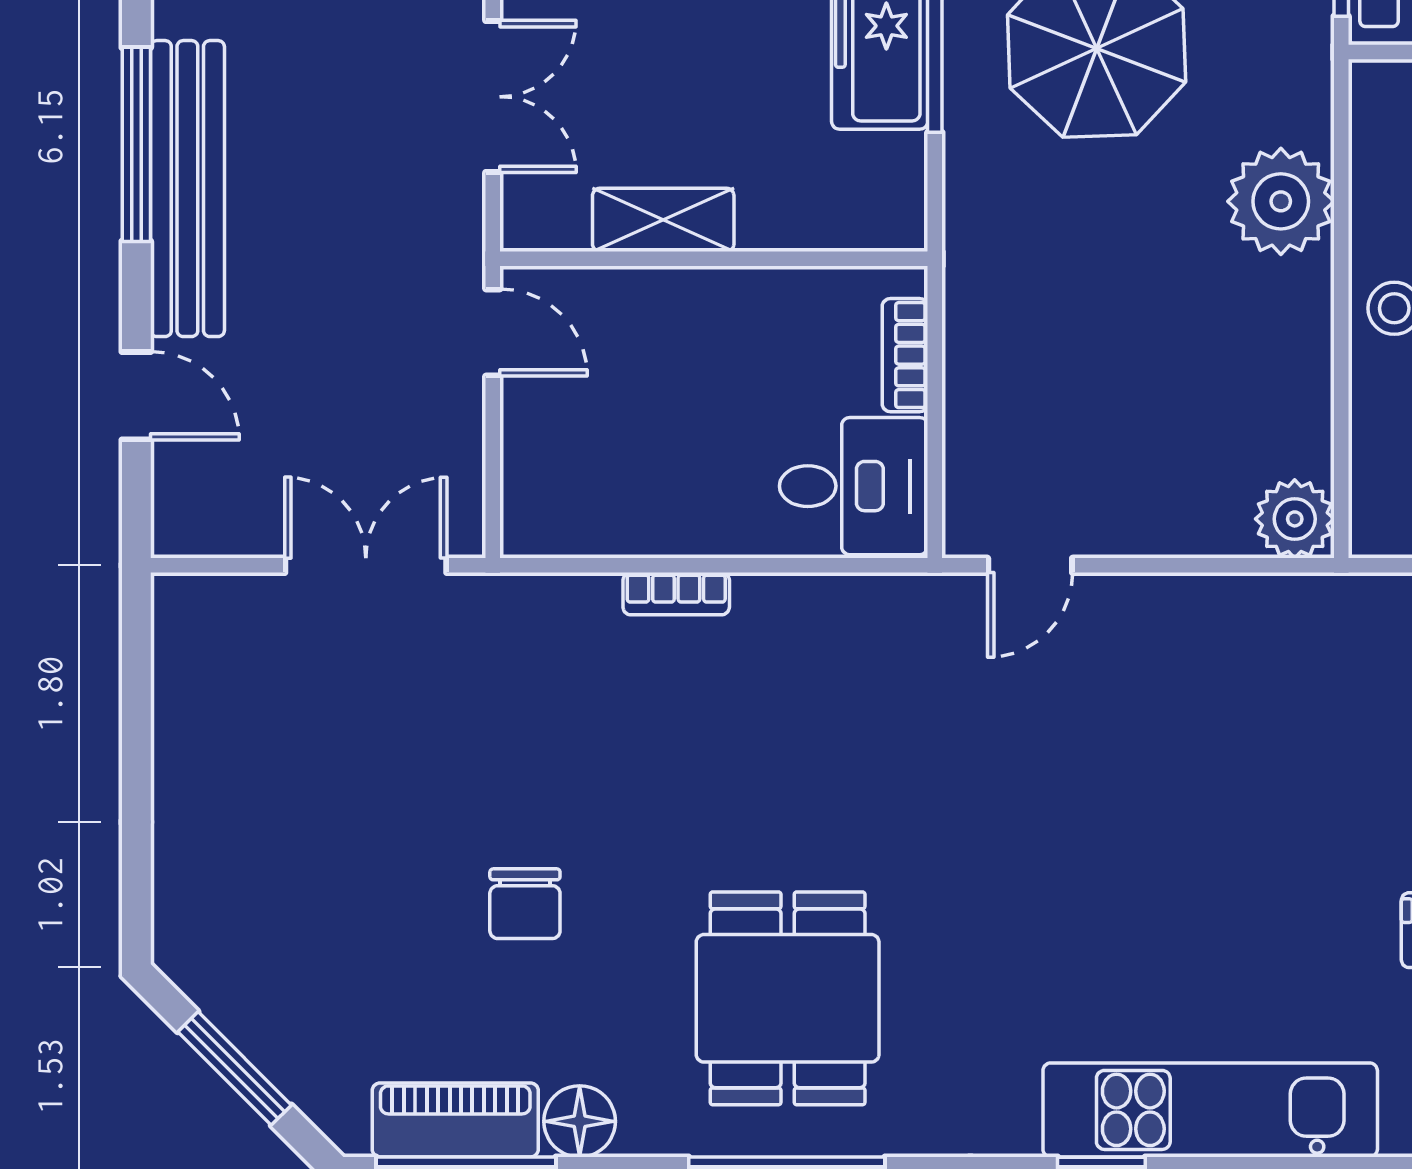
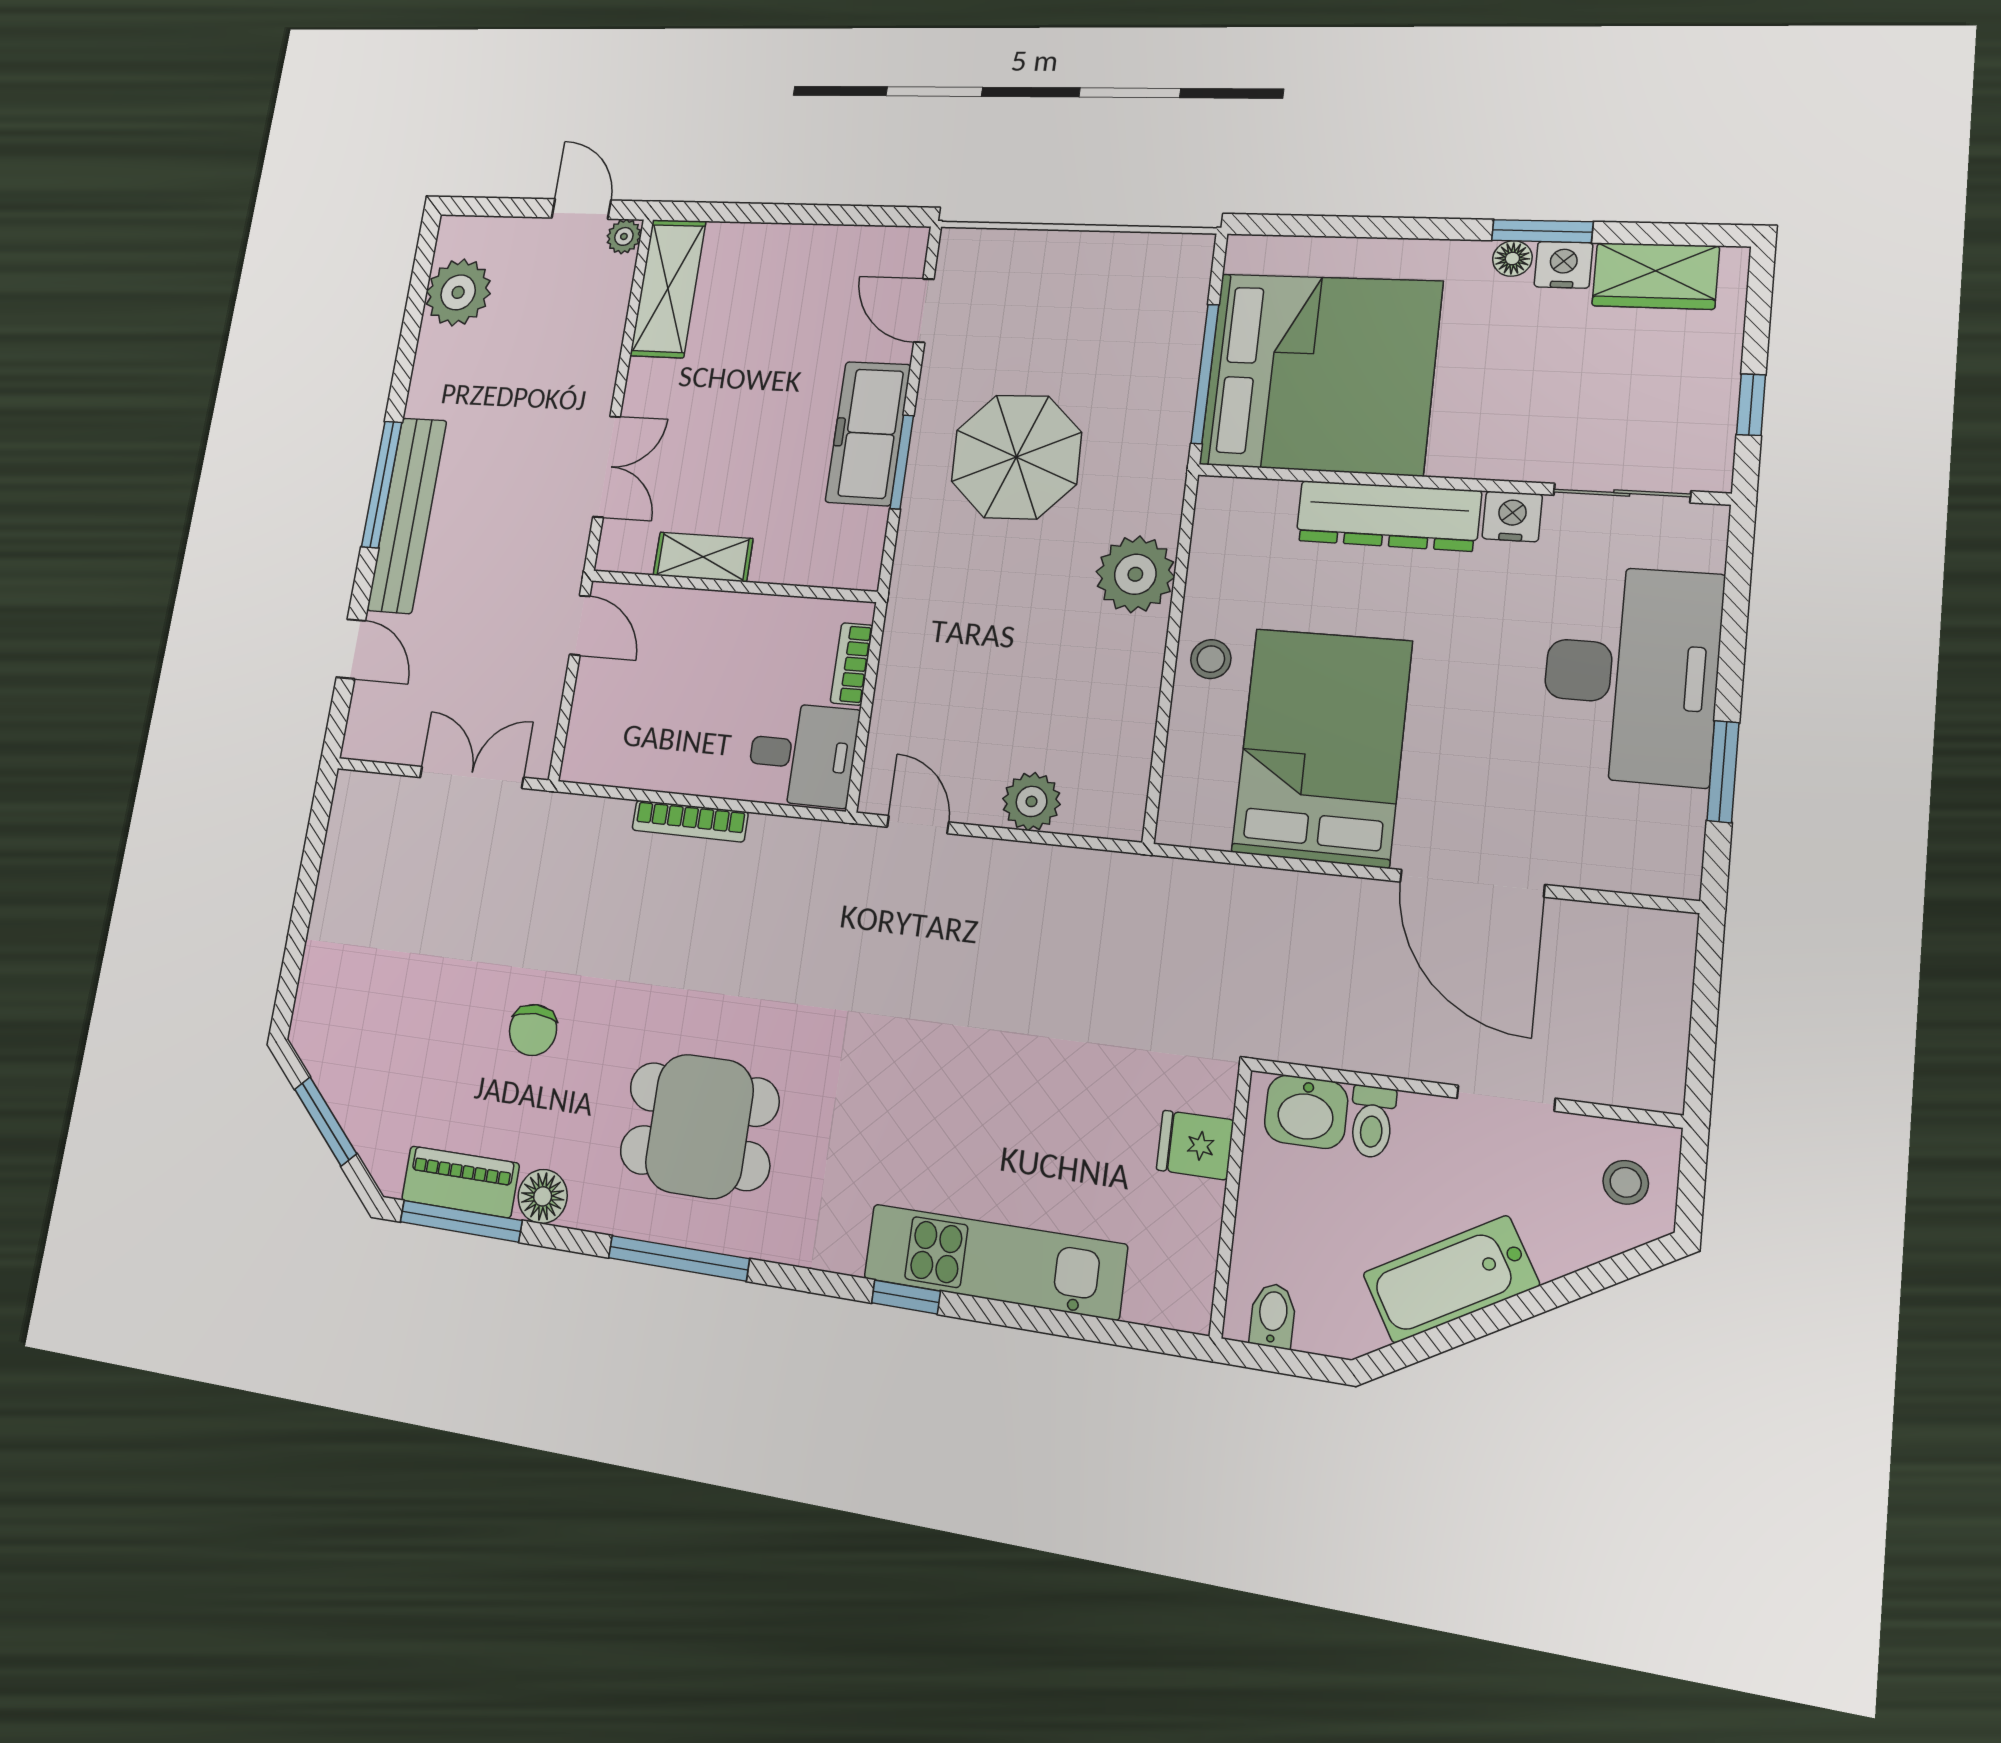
plant: (1295, 519) -> (1031, 801), moved
door: (1030, 565) -> (918, 825), swing flipped
bookcase: (676, 594) -> (690, 821), width x1.56
dining table: (788, 998) -> (699, 1126), turned 90

